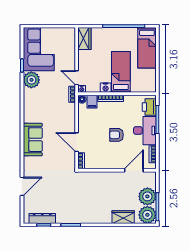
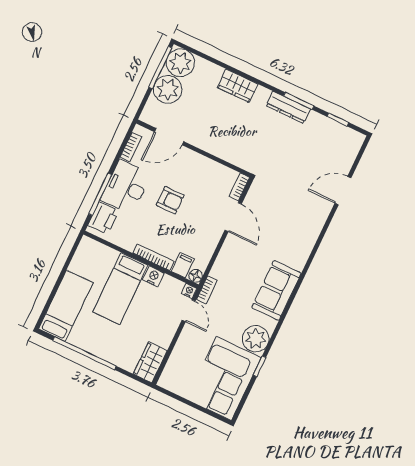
sofa: (33, 140) -> (276, 290), moved
wardrobe: (123, 217) -> (238, 86), moved
dresser: (42, 218) -> (288, 107), moved

